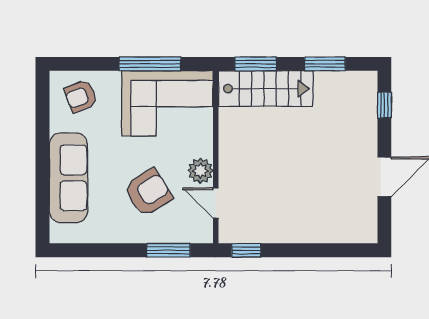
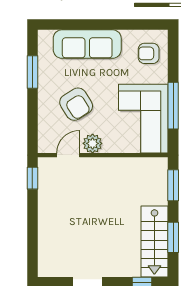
stairs: (266, 89) -> (154, 241), moved
armchair: (81, 96) -> (149, 53), turned -69
window: (168, 250) -> (32, 72), moved

